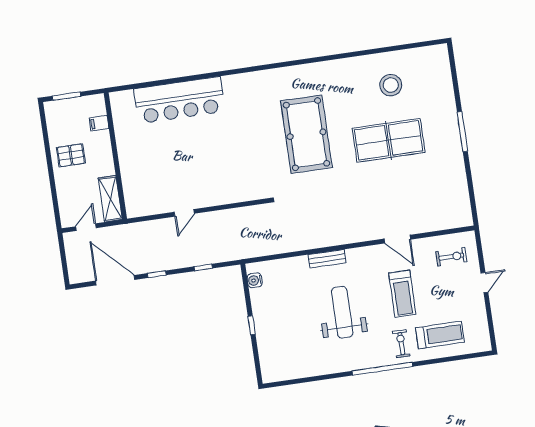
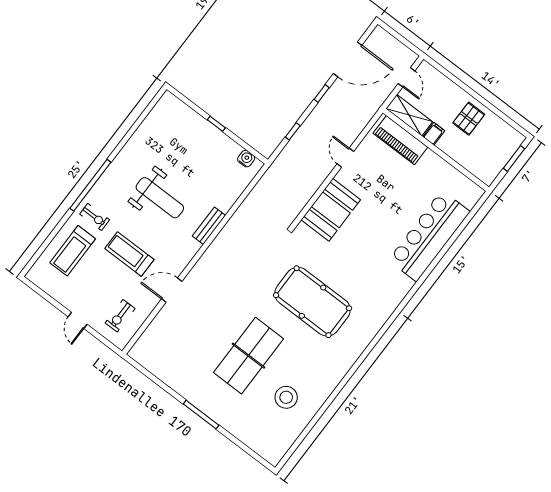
filing cabinet: (99, 123) -> (434, 134), moved
booth: (230, 186) -> (331, 210), added
piano: (134, 187) -> (400, 140), added

